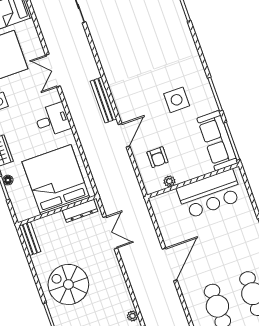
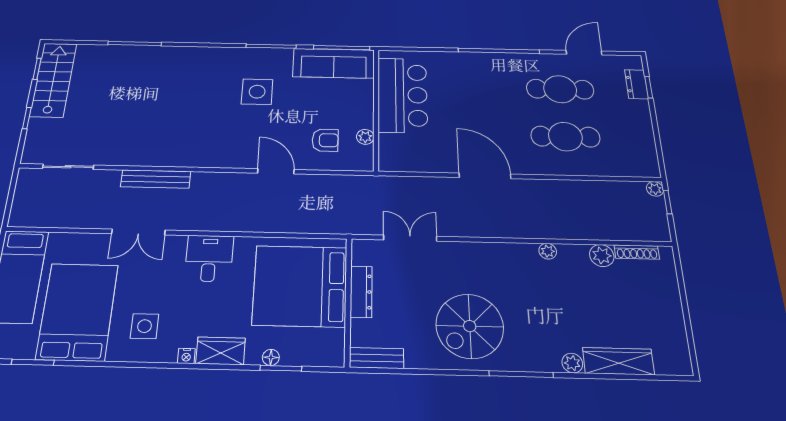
bench: (103, 100) -> (156, 179), moved
dresser: (80, 211) -> (361, 292), moved

